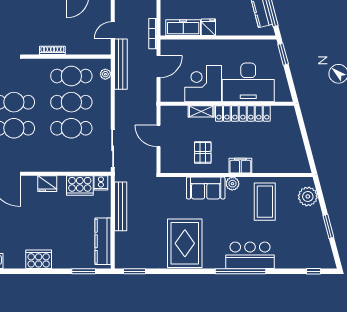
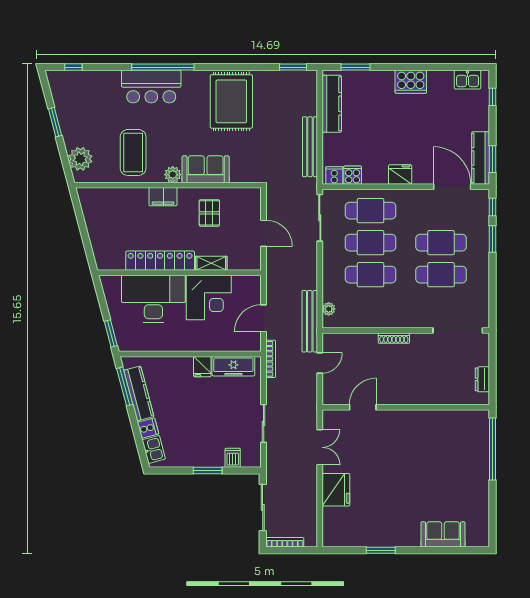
cafe table: (71, 76) -> (371, 211), moved
cooker: (80, 185) -> (353, 175), width x0.53, depth x0.76

